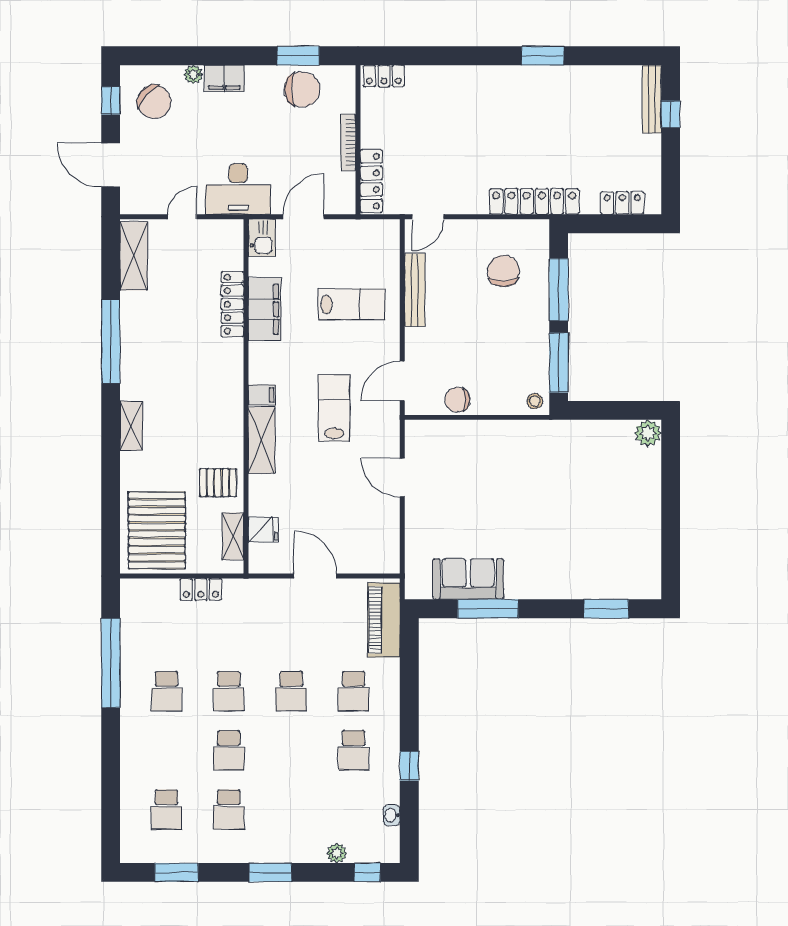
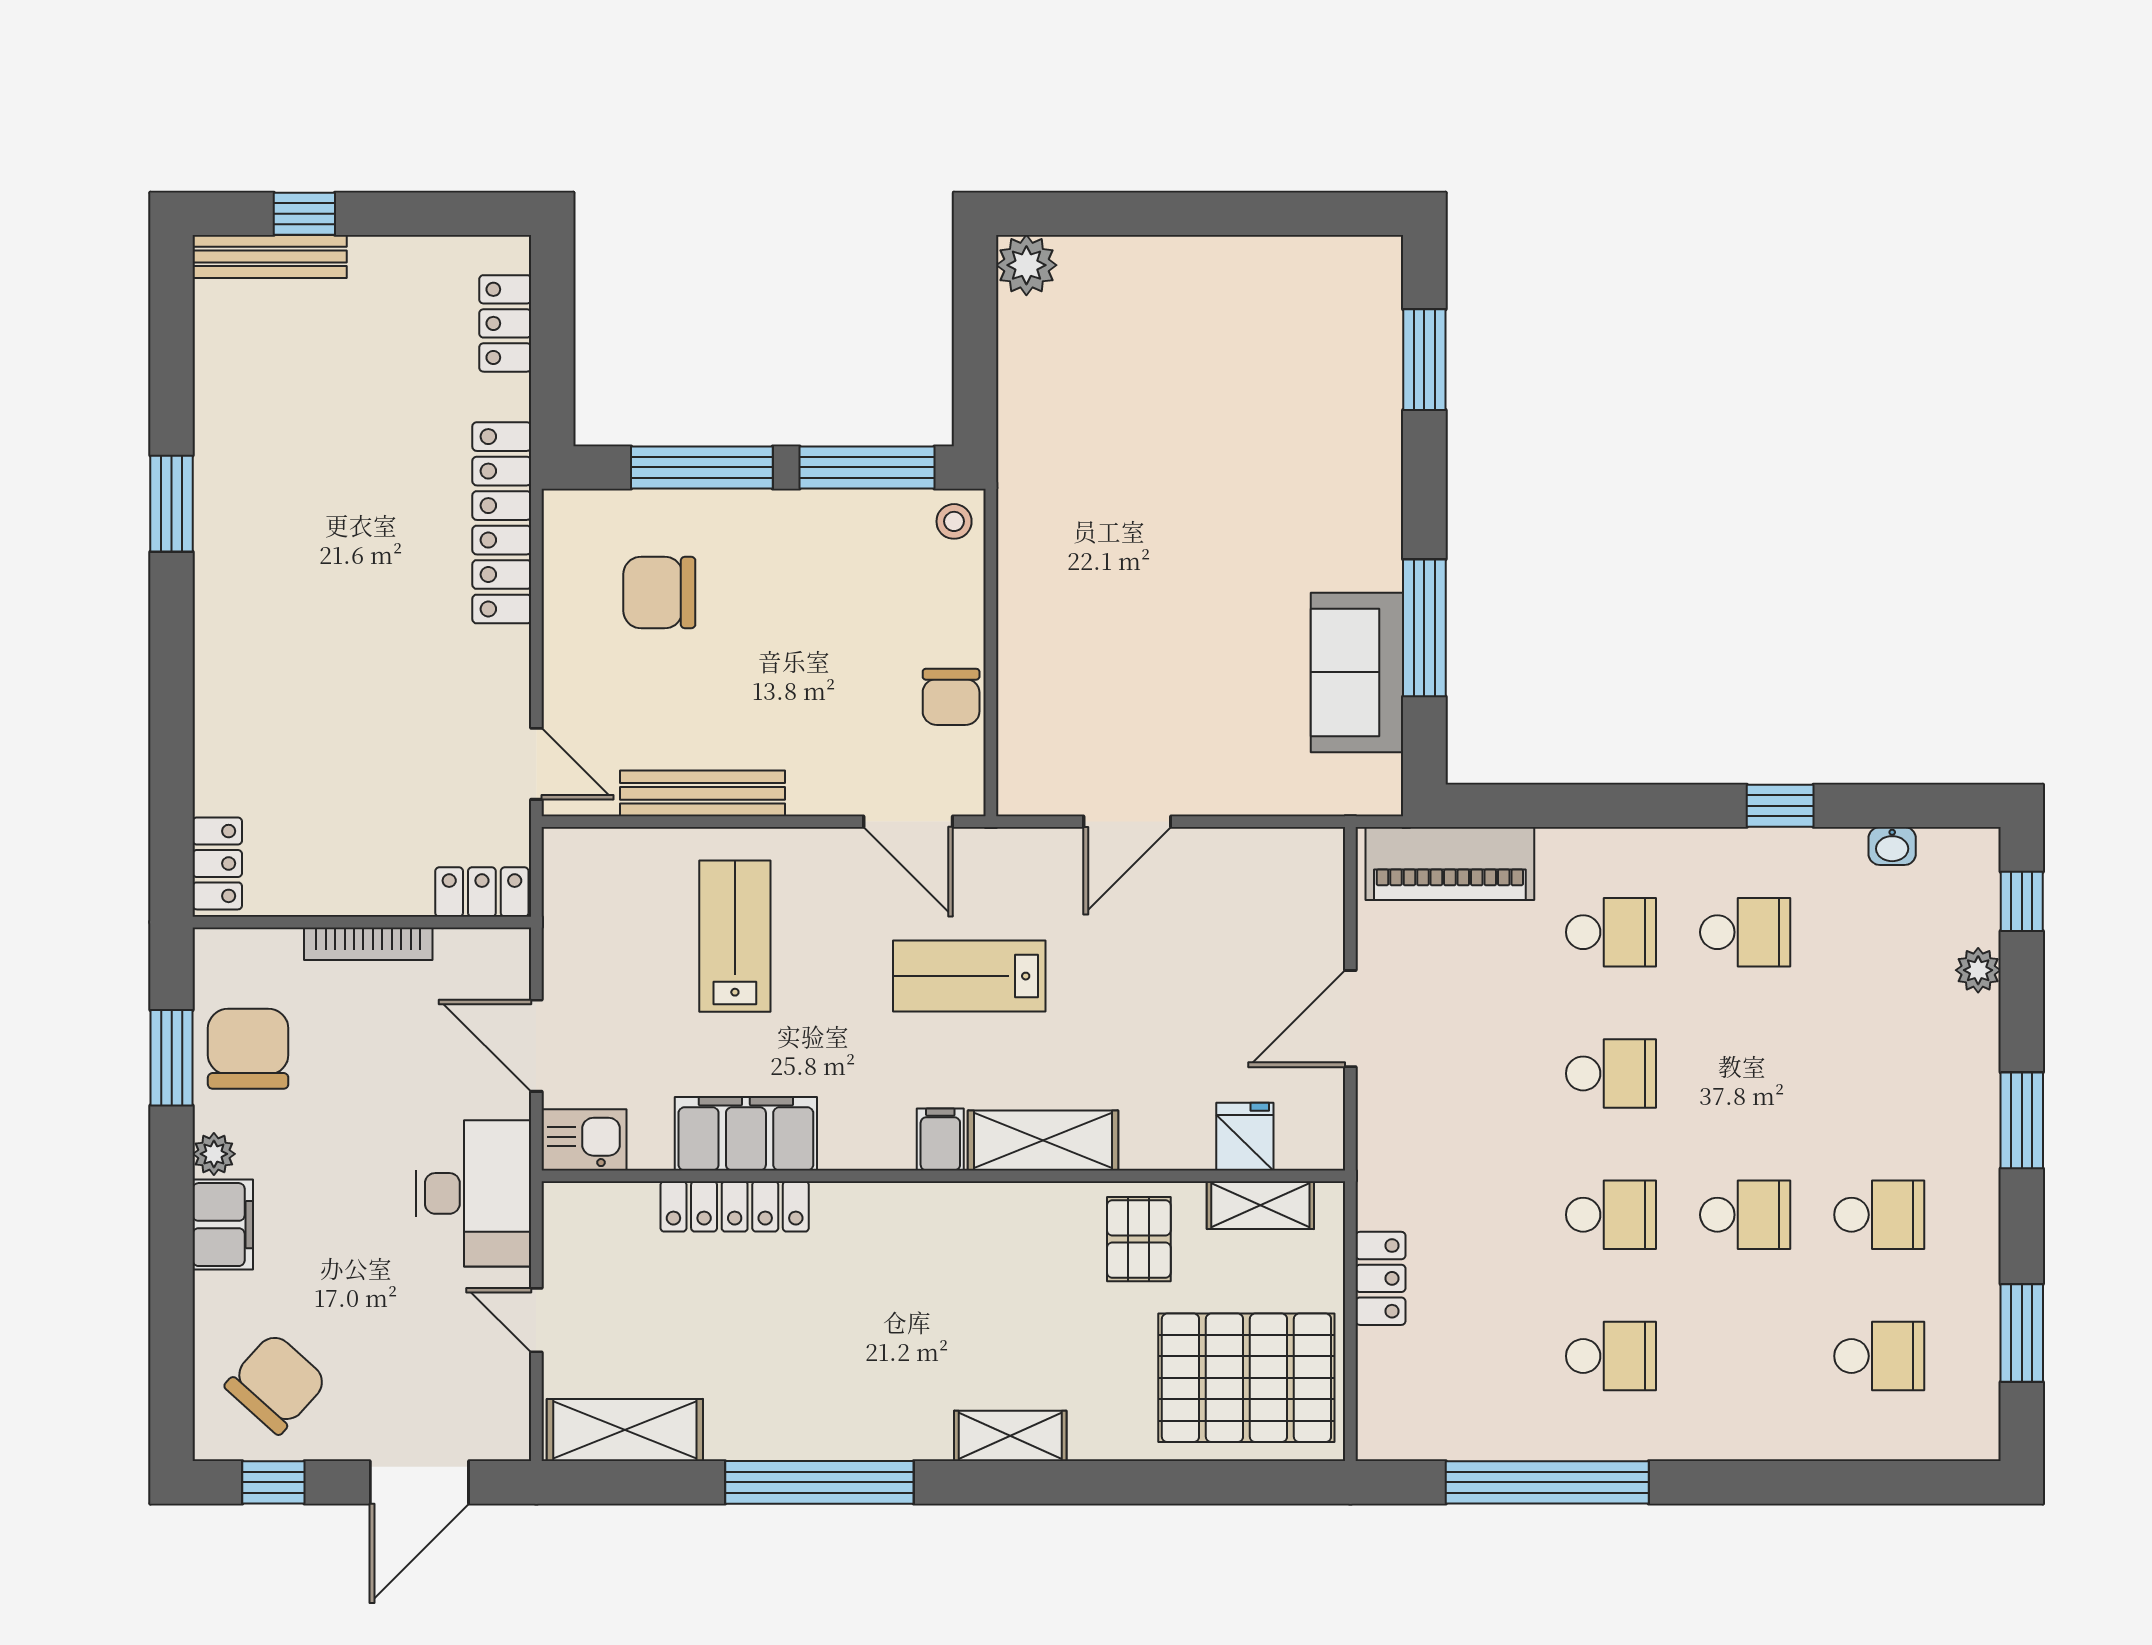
plant: (193, 74) -> (214, 1154), moved
locker: (371, 181) -> (482, 892), width x0.66

